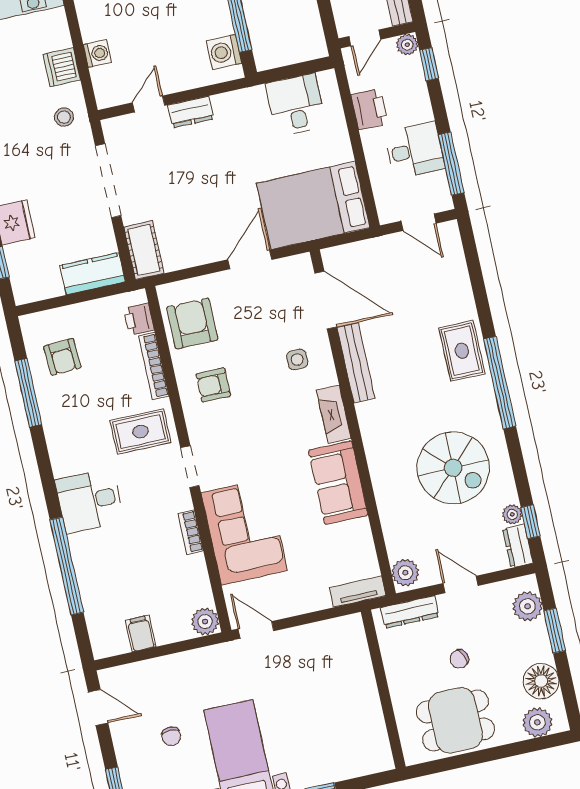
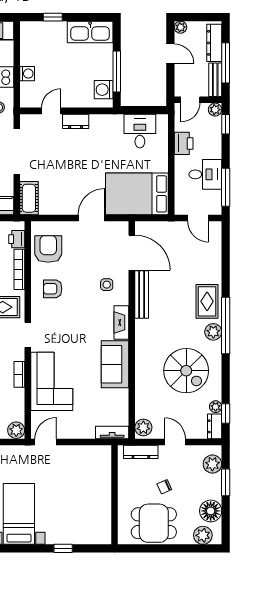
plant: (482, 397) -> (213, 332), added
door: (256, 630) -> (46, 442), hinge flipped

